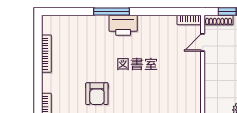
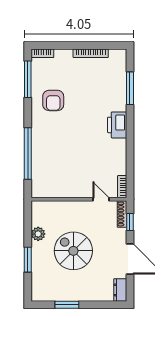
window: (111, 12) -> (130, 88), moved
armchair: (97, 94) -> (53, 100), turned -90

